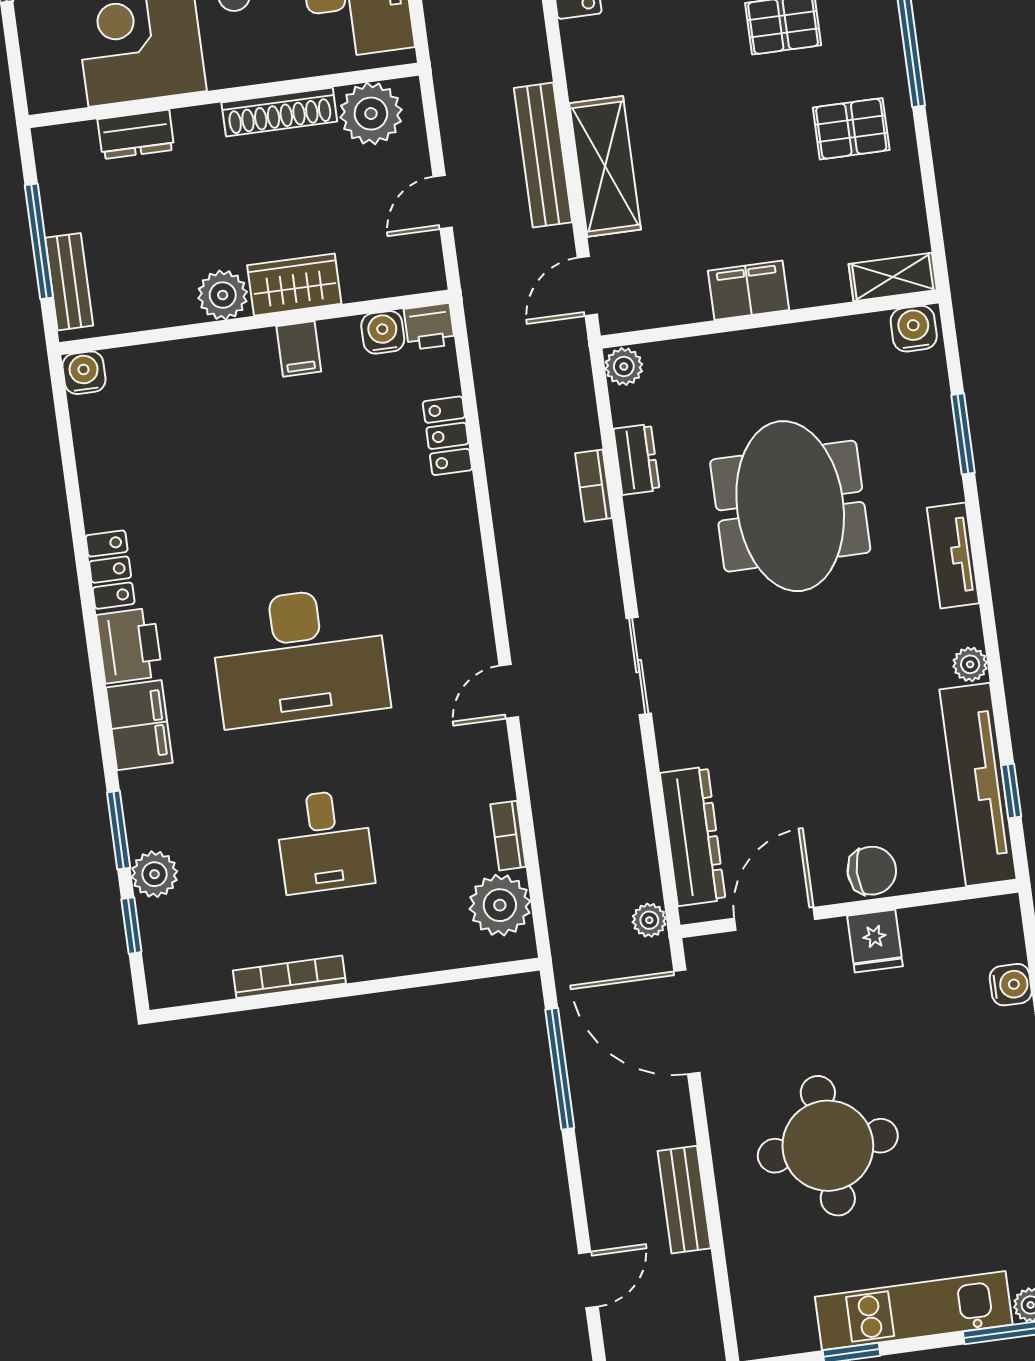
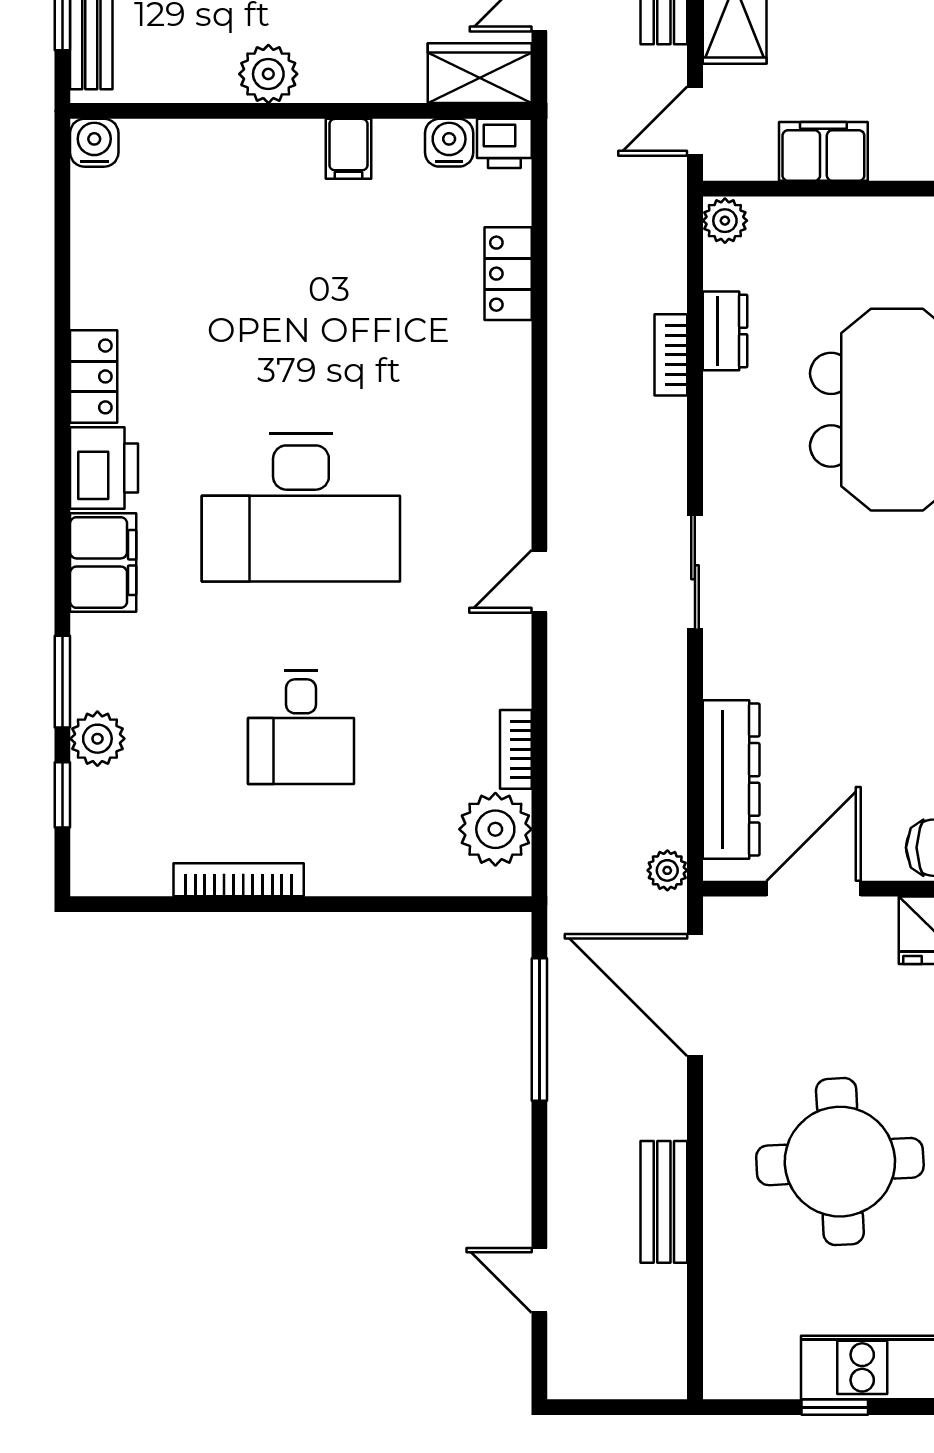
wardrobe: (294, 285) -> (480, 73), moved
filing cabinet: (748, 290) -> (823, 151), moved
door: (588, 1280) -> (539, 1280), swing flipped

